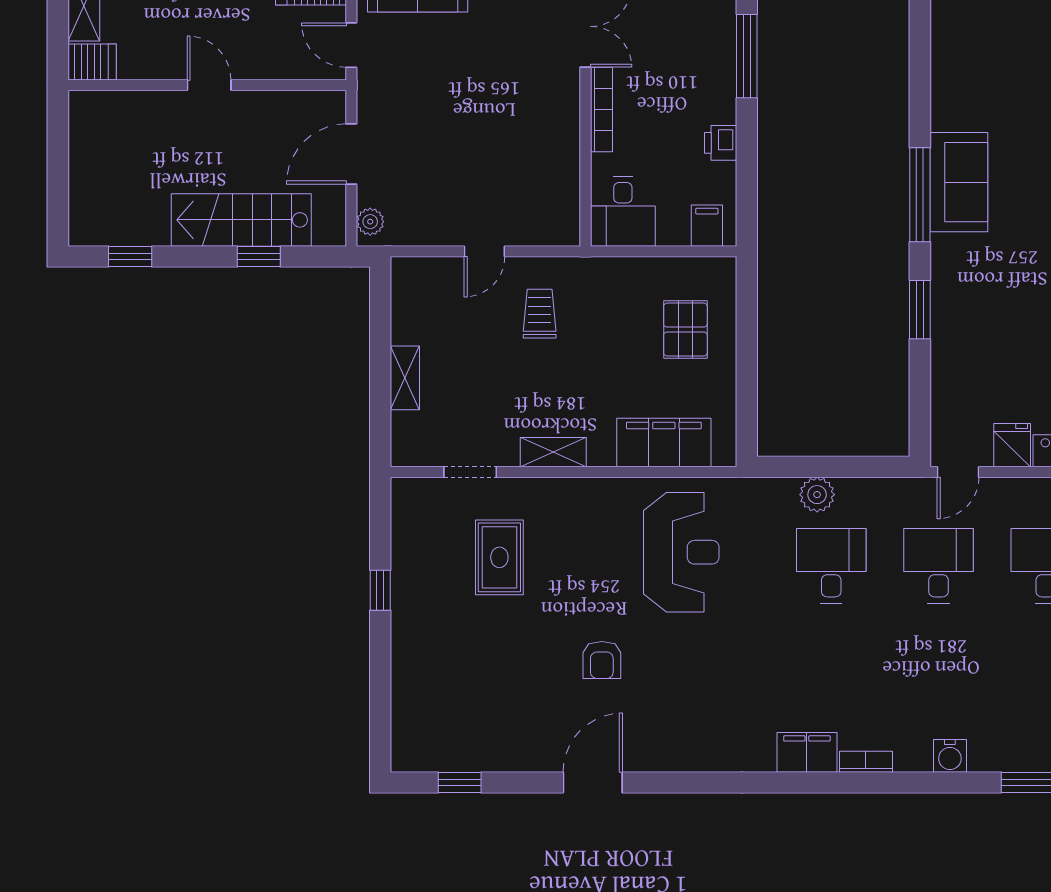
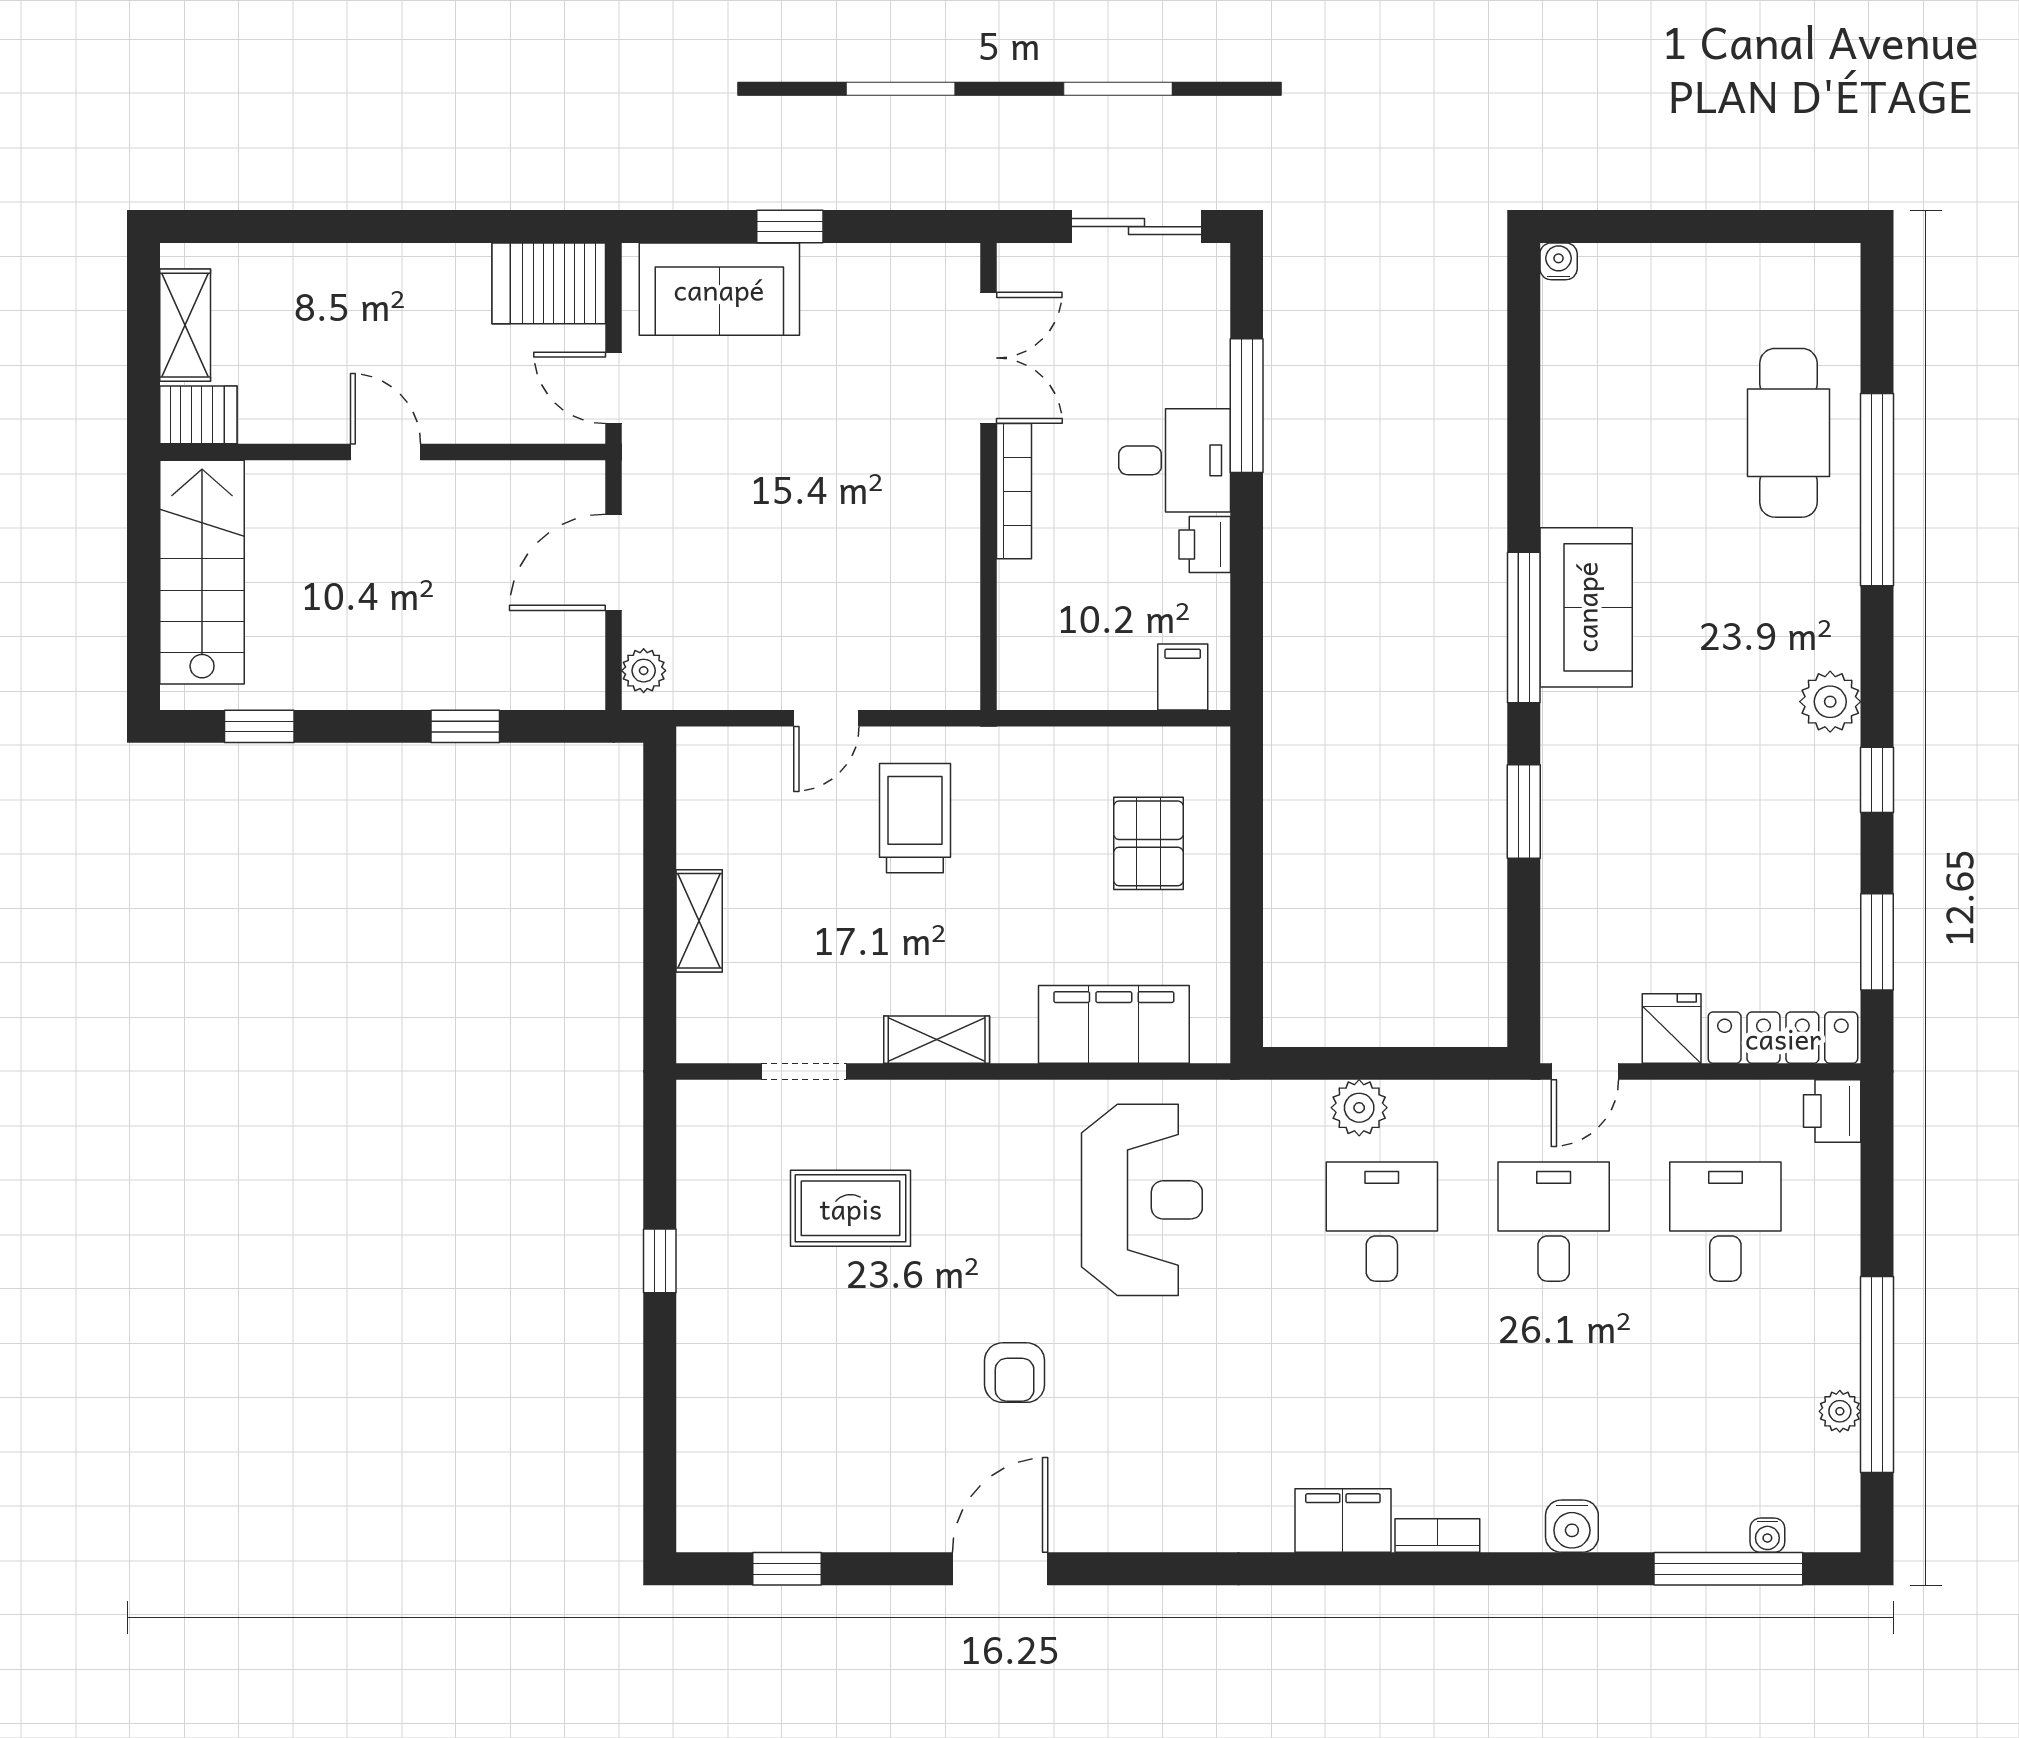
desk: (623, 212) -> (1175, 460), moved, turned -90
stairs: (241, 220) -> (202, 572), moved, turned 90
trolley: (540, 314) -> (915, 818), width x1.36, depth x1.39
rug: (499, 557) -> (851, 1208), turned 90

